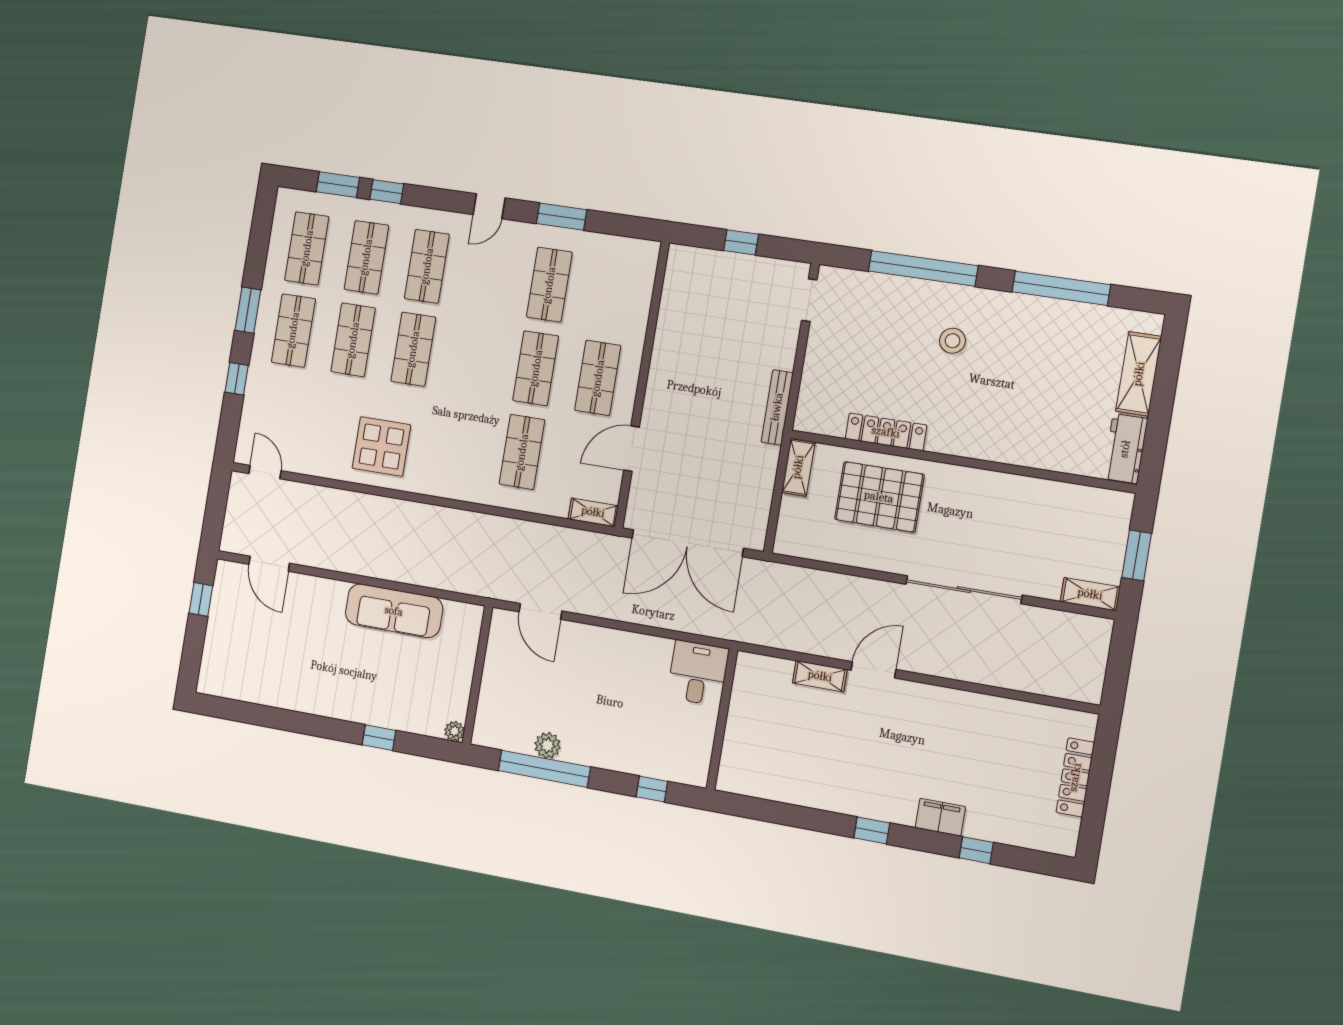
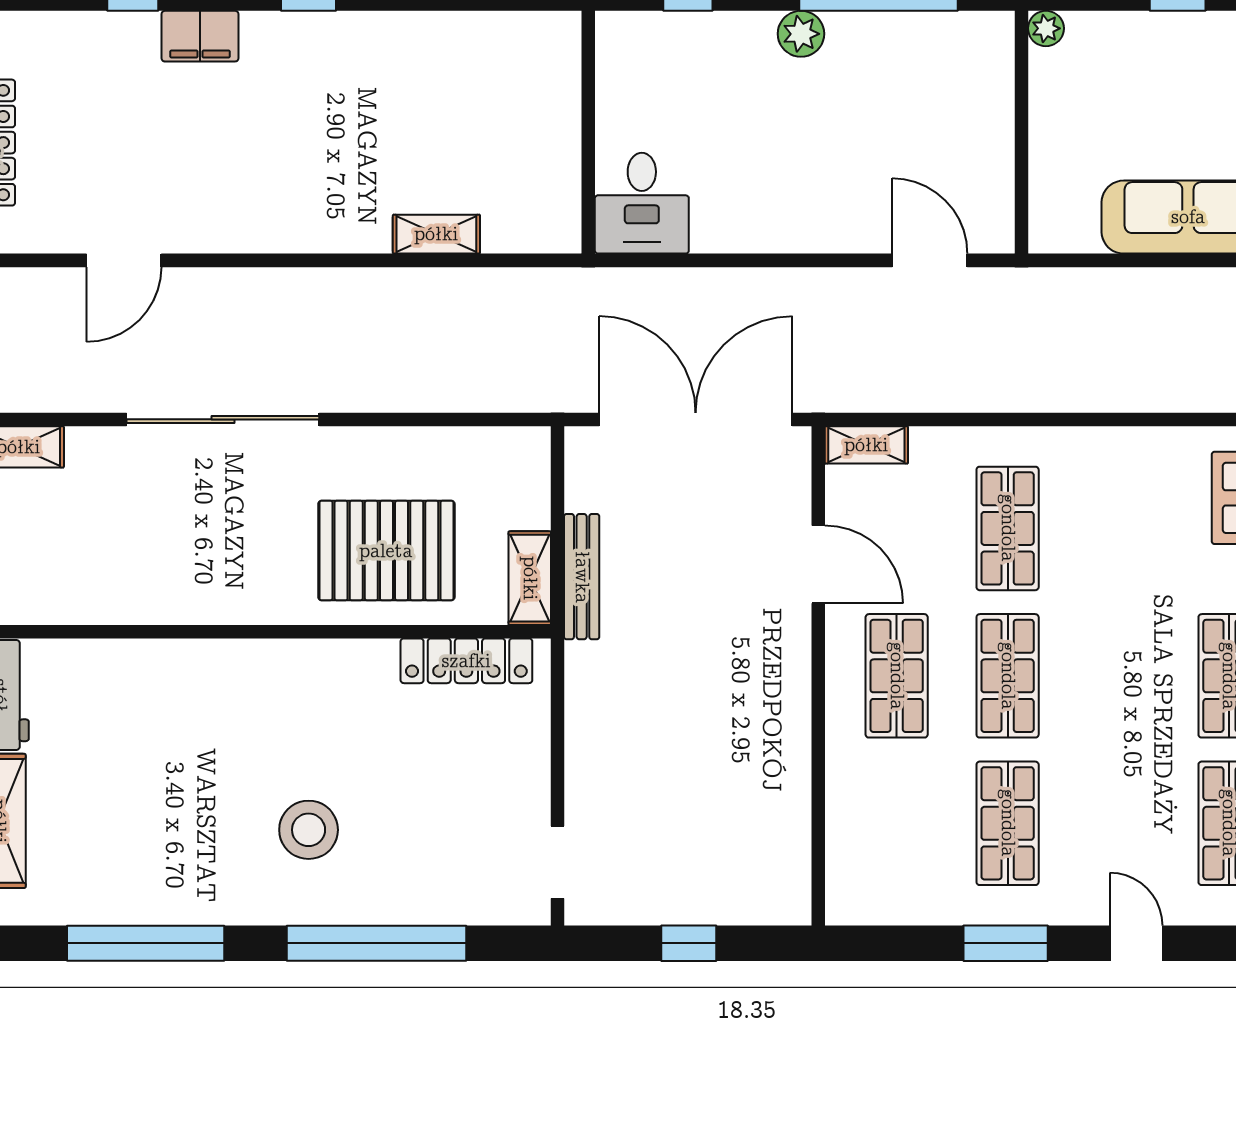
door: (489, 206) -> (1136, 943), hinge flipped
stool: (952, 341) -> (309, 830), width x1.38, depth x1.38
bench: (777, 407) -> (582, 577), moved
locker: (886, 432) -> (466, 661), moved
door: (632, 449) -> (818, 564), hinge flipped
door: (873, 670) -> (124, 260), moved
plant: (547, 745) -> (801, 34), moved

